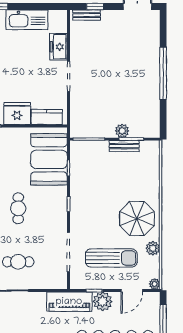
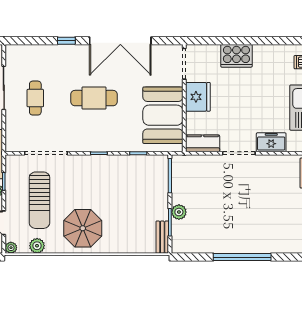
kitchen counter: (47, 117) -> (203, 143), moved, turned -90
bench: (124, 146) -> (162, 237), moved
booth: (49, 159) -> (163, 115), moved, turned 90
cafe table: (18, 208) -> (94, 98), width x1.37, depth x1.35
plant: (153, 248) -> (37, 246), moved

